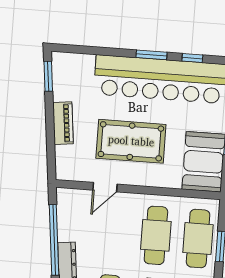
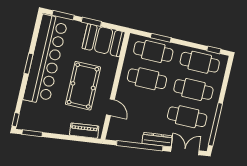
window: (192, 58) -> (16, 120), moved
piano: (63, 123) -> (84, 131), moved

